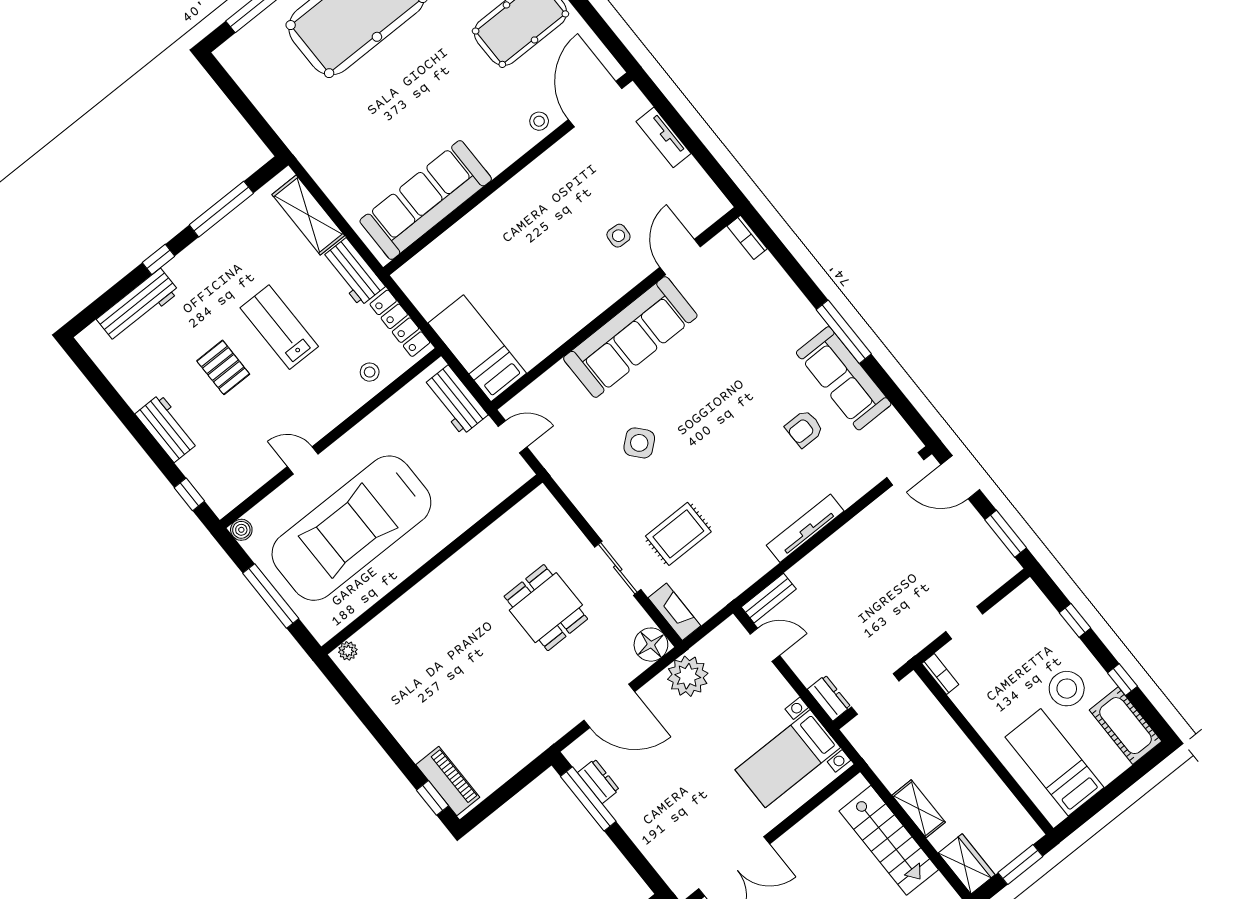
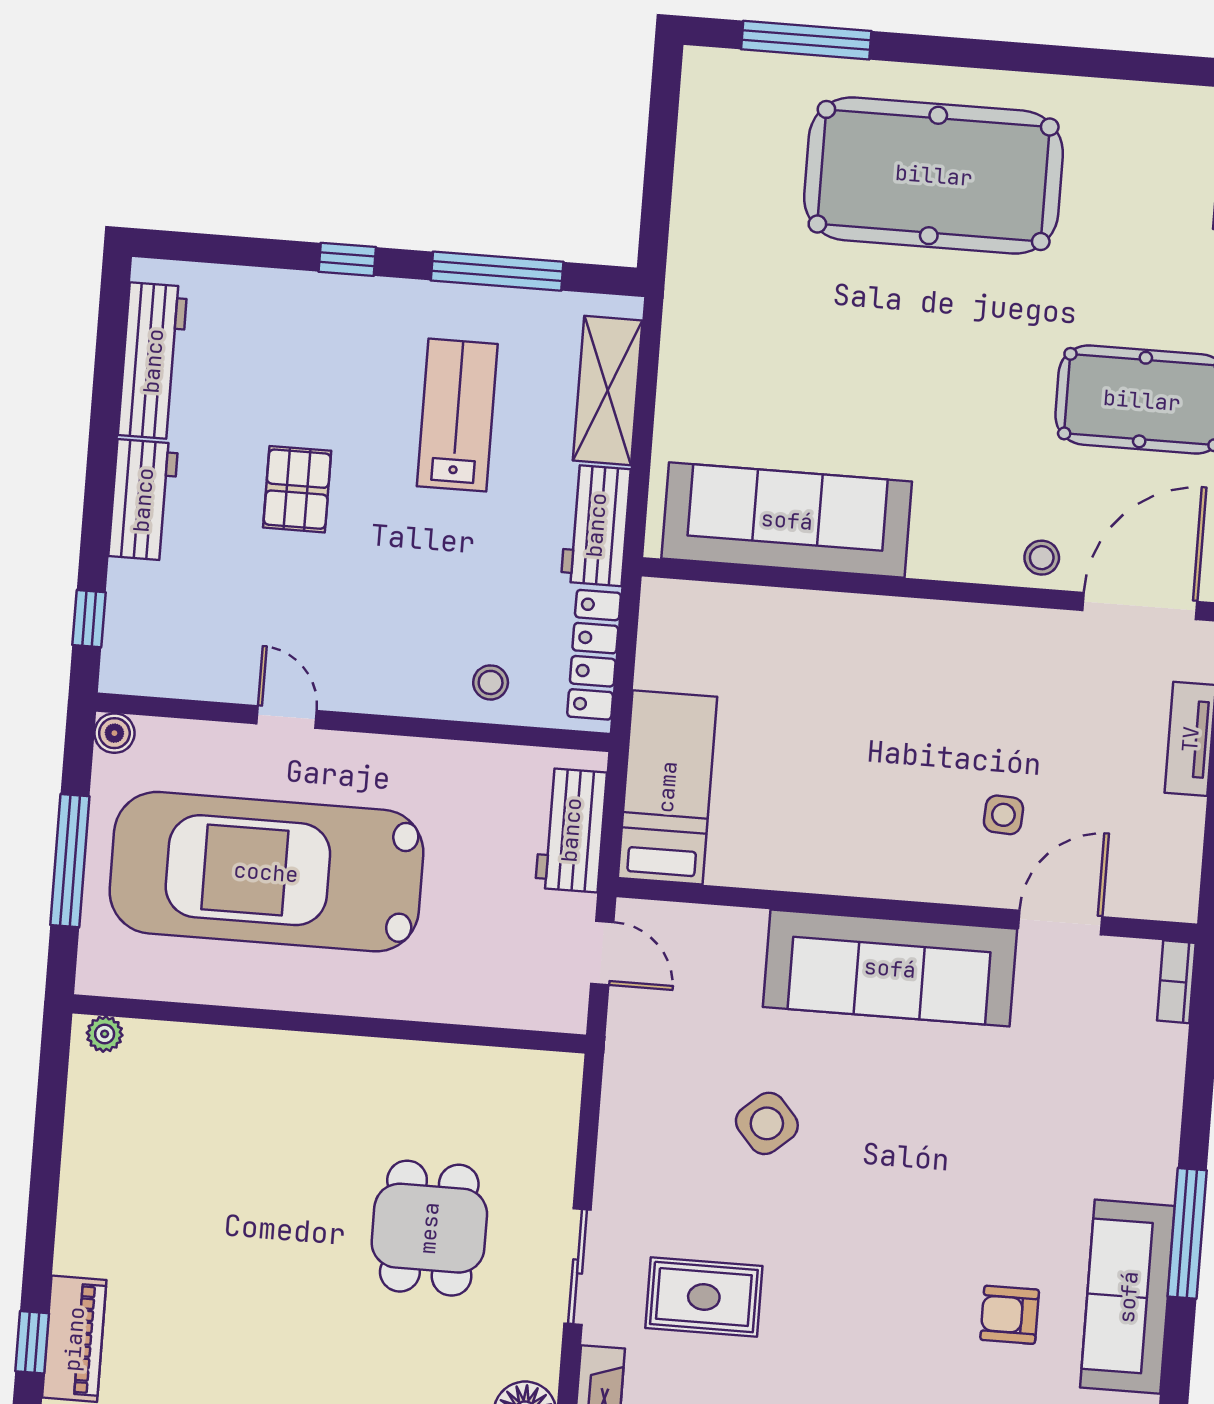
workbench: (138, 306) -> (153, 361), moved, turned -90
lab bench: (279, 327) -> (457, 415), moved

